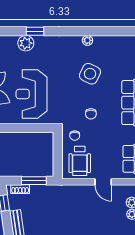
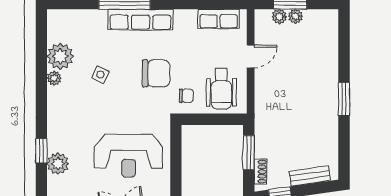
plant: (103, 45) -> (60, 56), added
side table: (90, 74) -> (100, 75), width x0.54, depth x0.54
chair: (91, 114) -> (156, 73), width x1.87, depth x1.87
wheelchair: (80, 161) -> (221, 89), turned 90

